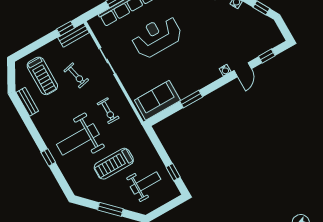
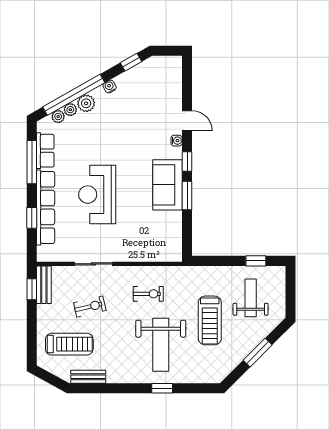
window: (267, 56) -> (187, 162), moved
sofa: (157, 100) -> (167, 185), moved

